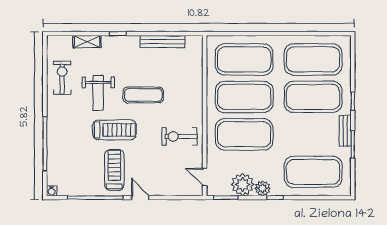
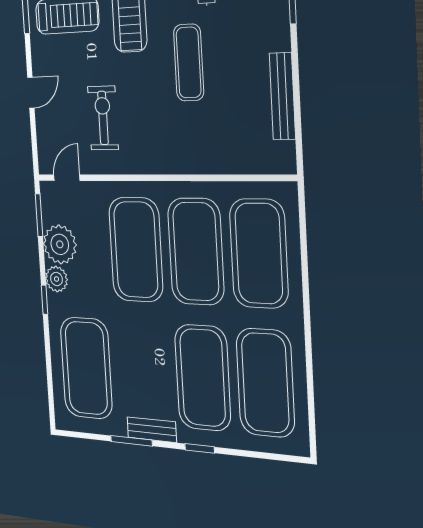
exercise bike: (179, 136) -> (103, 118), moved
door: (140, 198) -> (31, 93), moved

